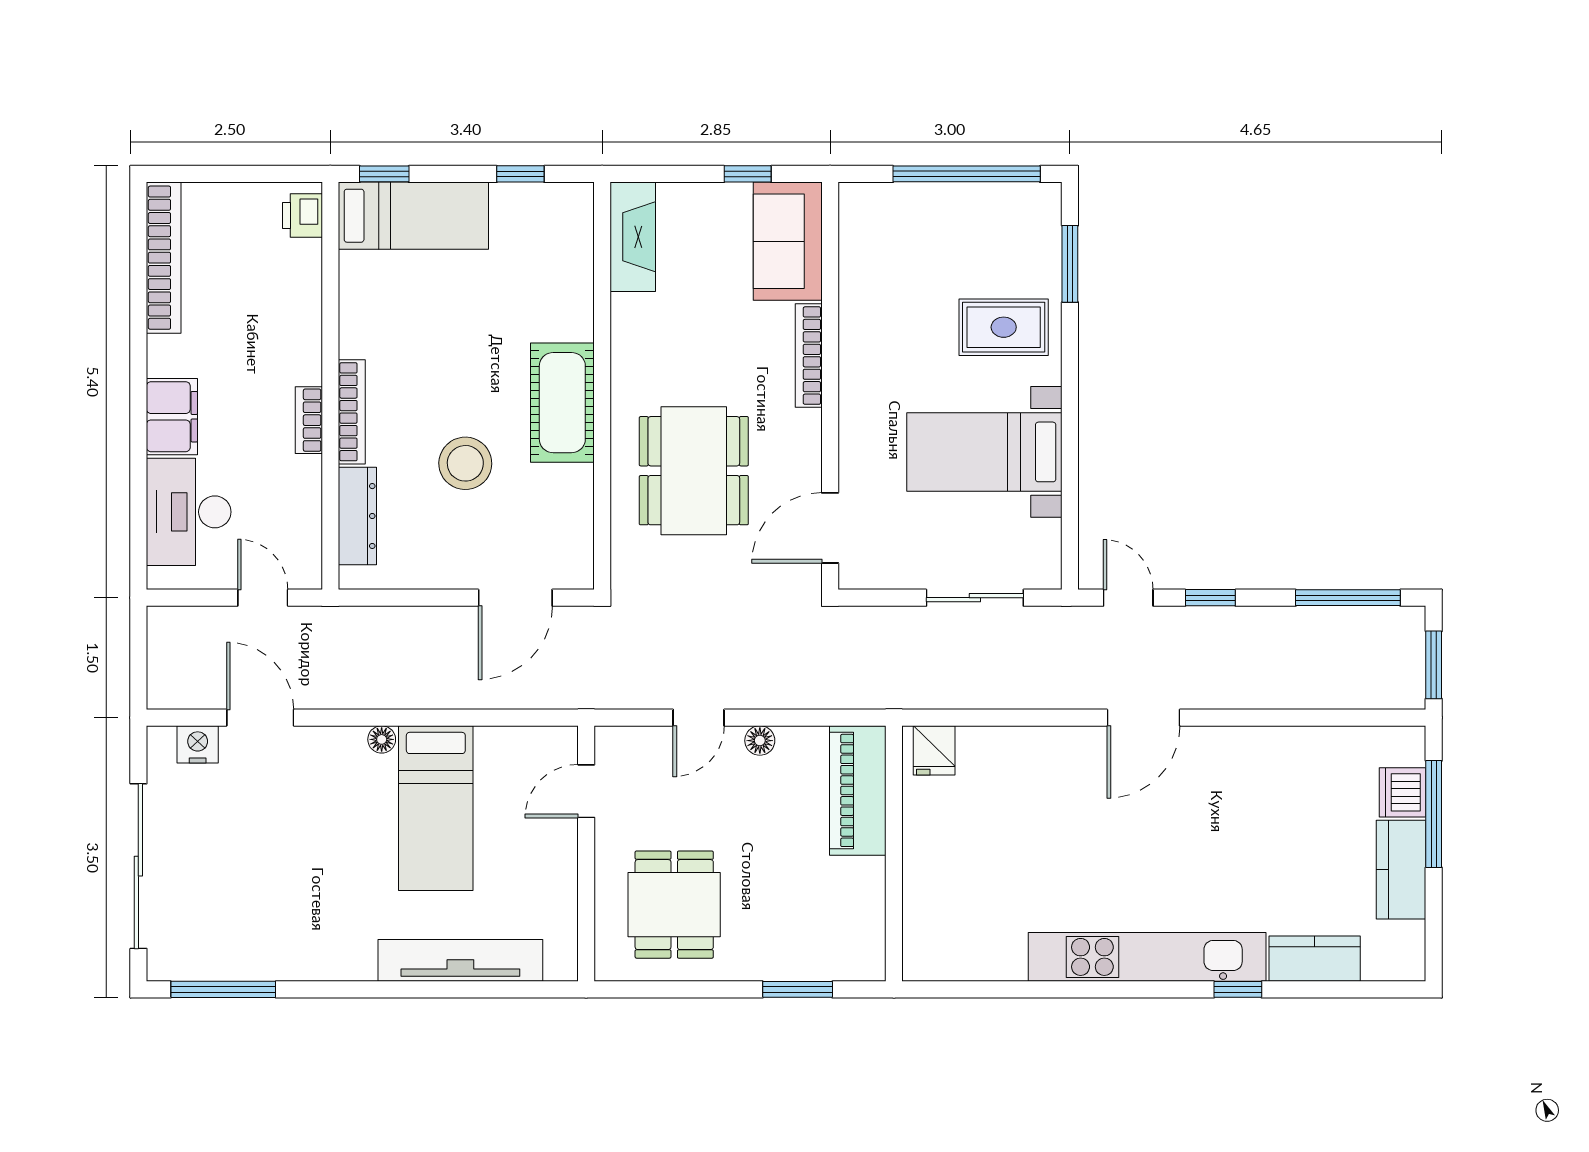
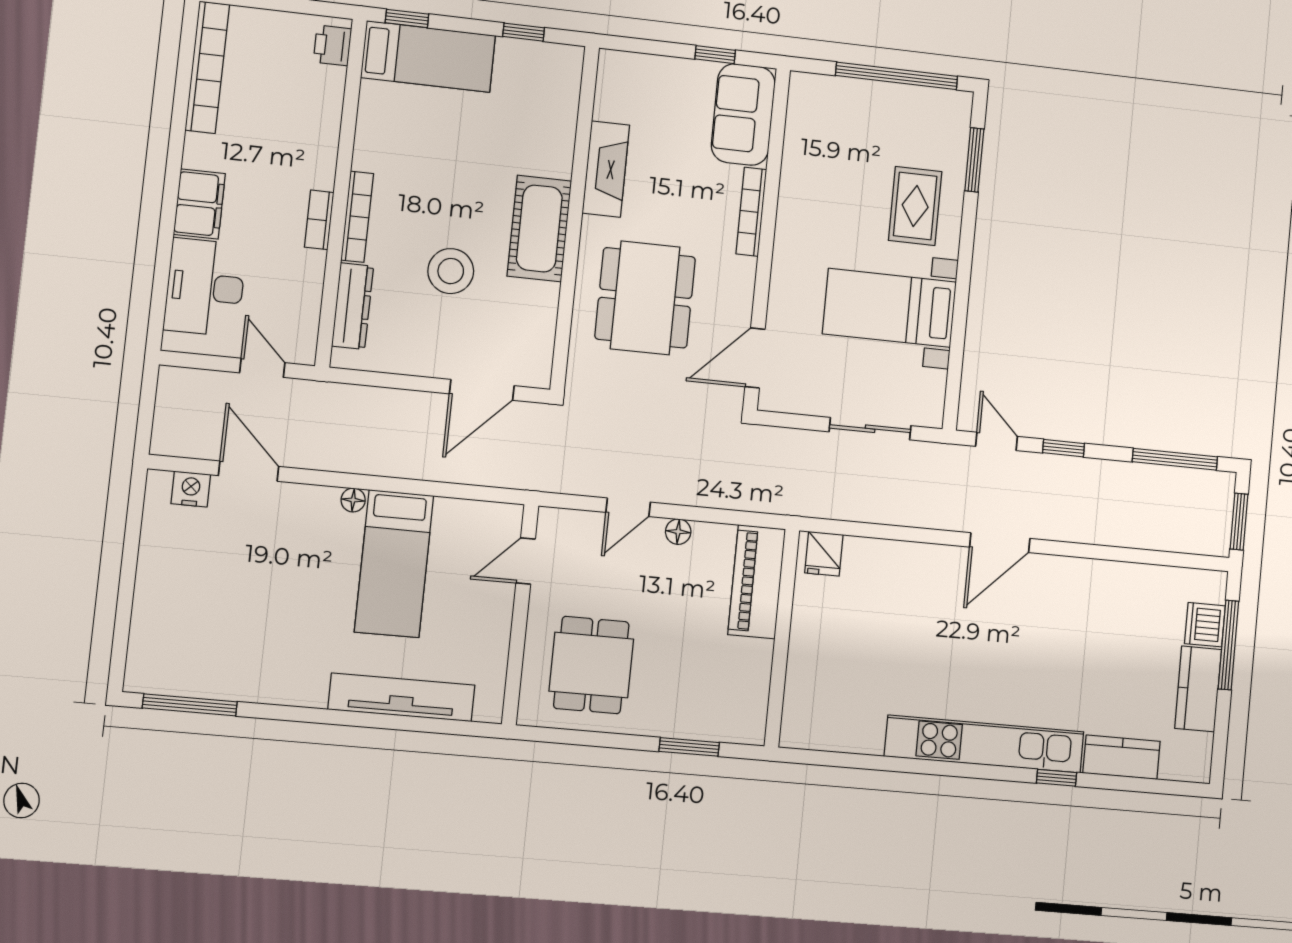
fireplace: (633, 237) -> (606, 169), moved
rug: (1004, 327) -> (915, 206), turned 90
sliding door: (138, 866) -> (126, 590), removed

